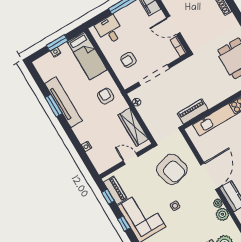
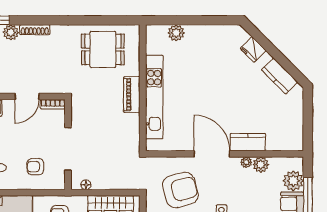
armchair: (128, 60) -> (35, 167), turned 90
piano: (193, 111) -> (132, 95), moved

